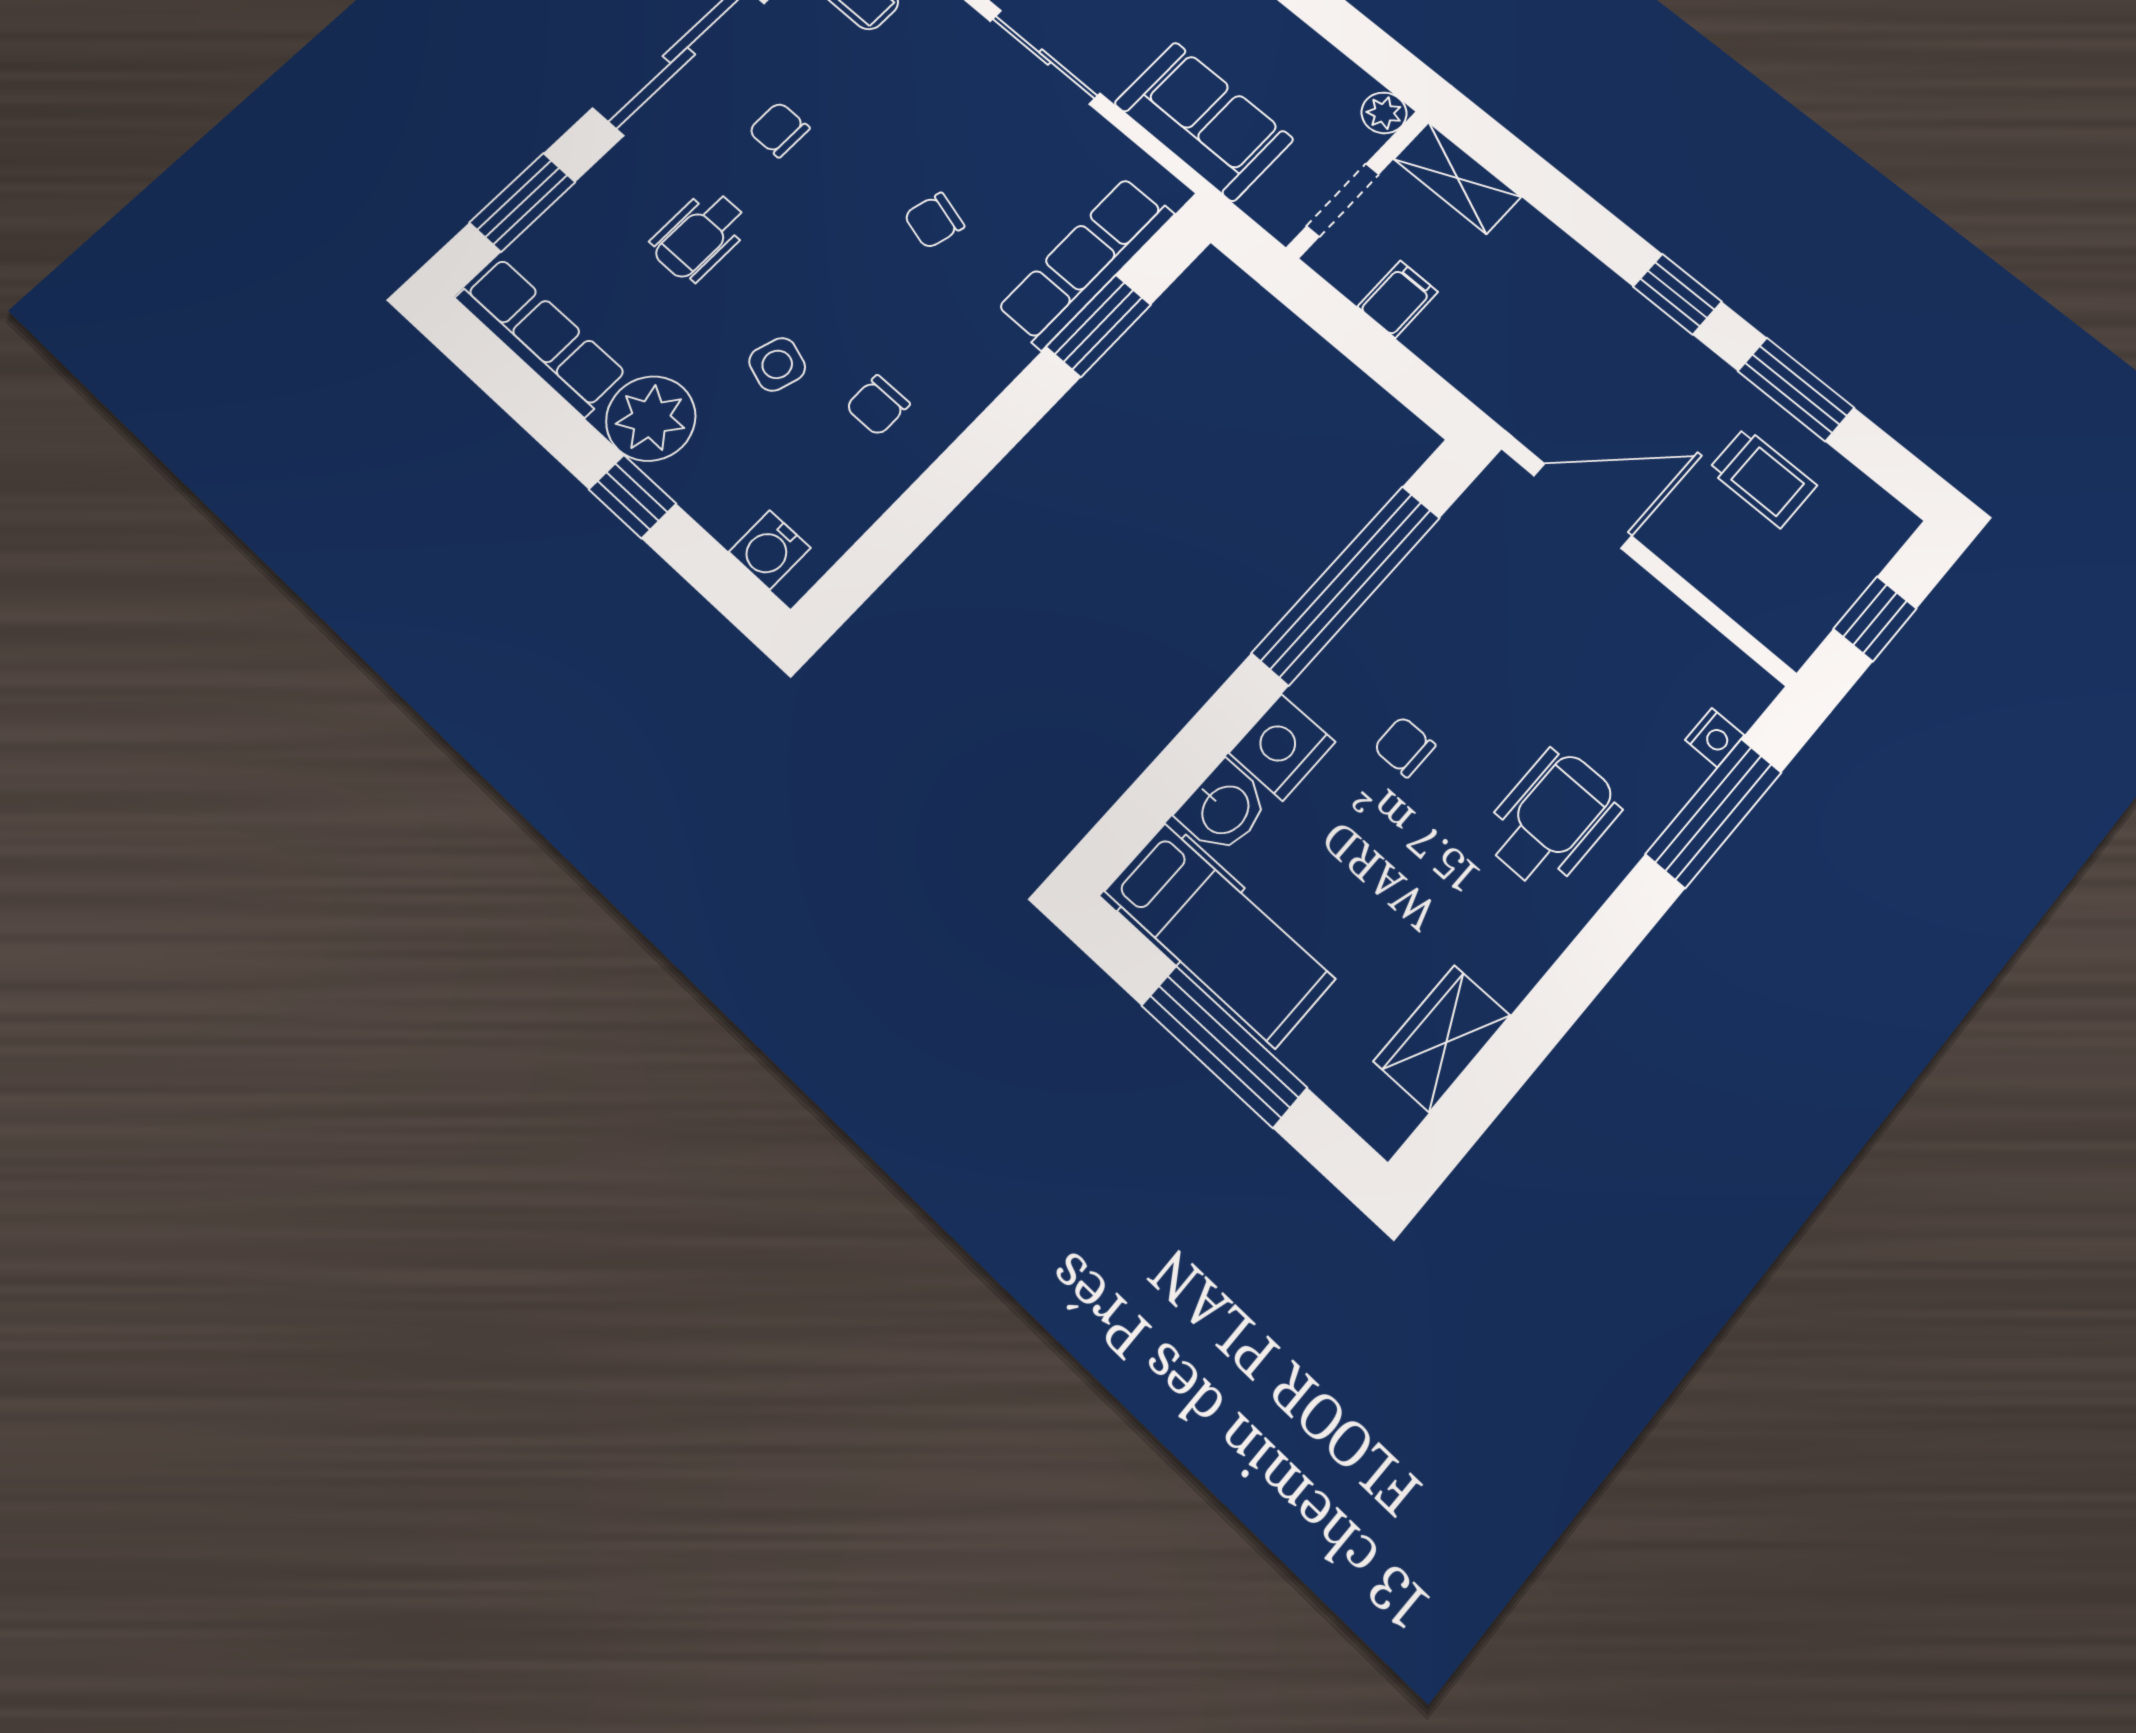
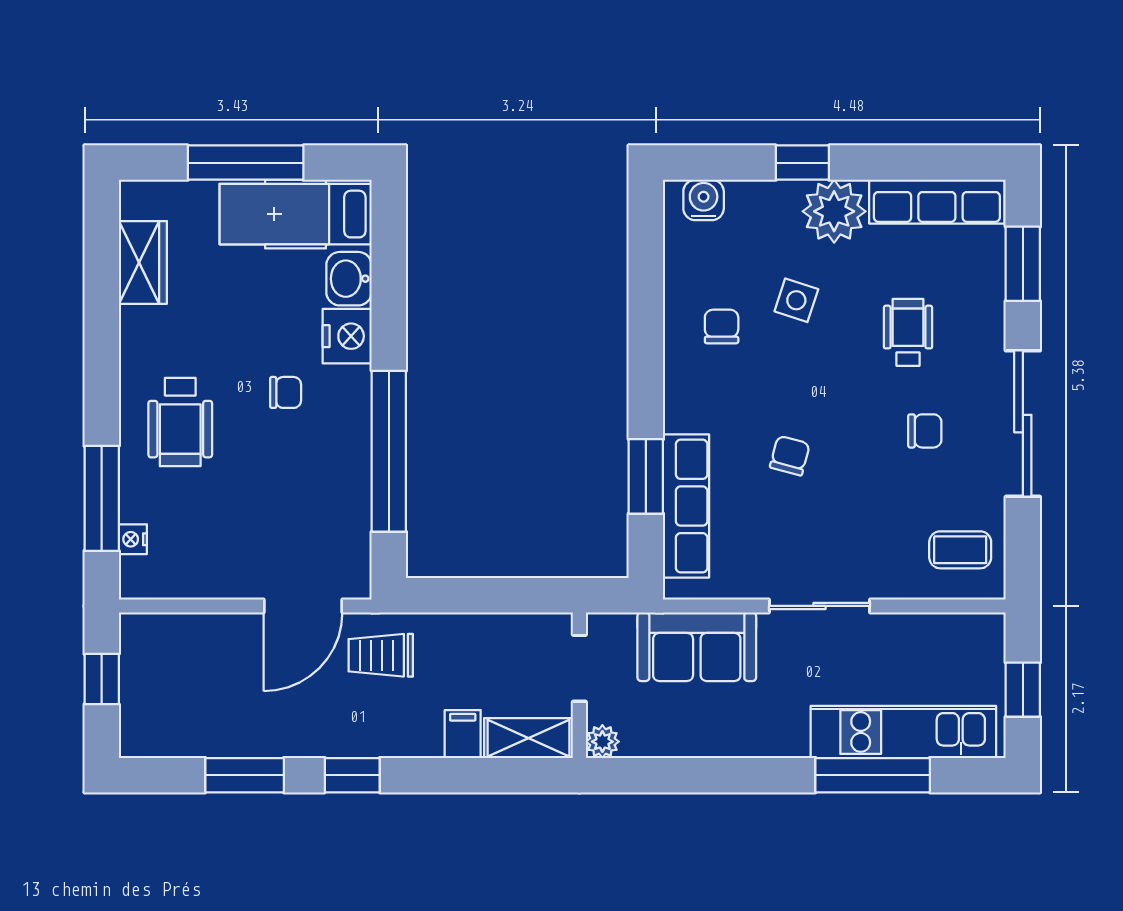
filing cabinet: (1398, 299) -> (463, 734), moved, turned 180
trolley: (1763, 477) -> (381, 655), moved

